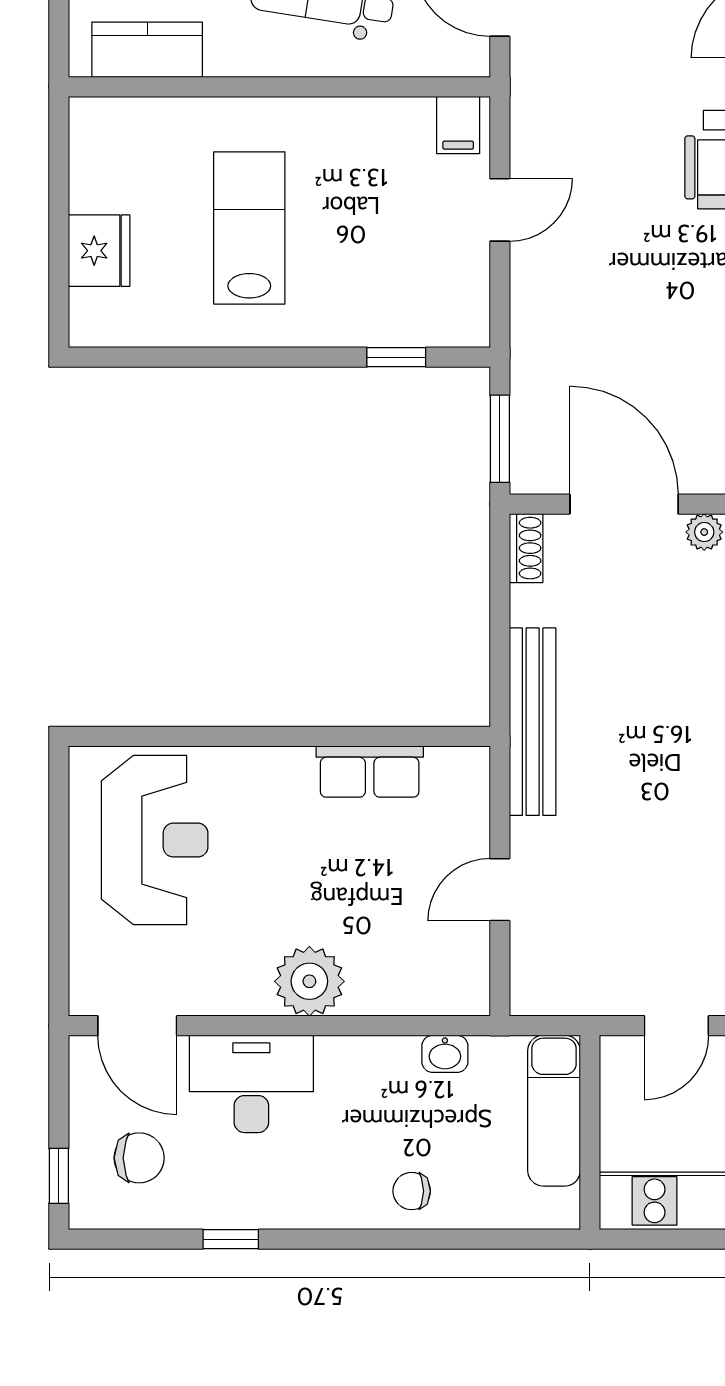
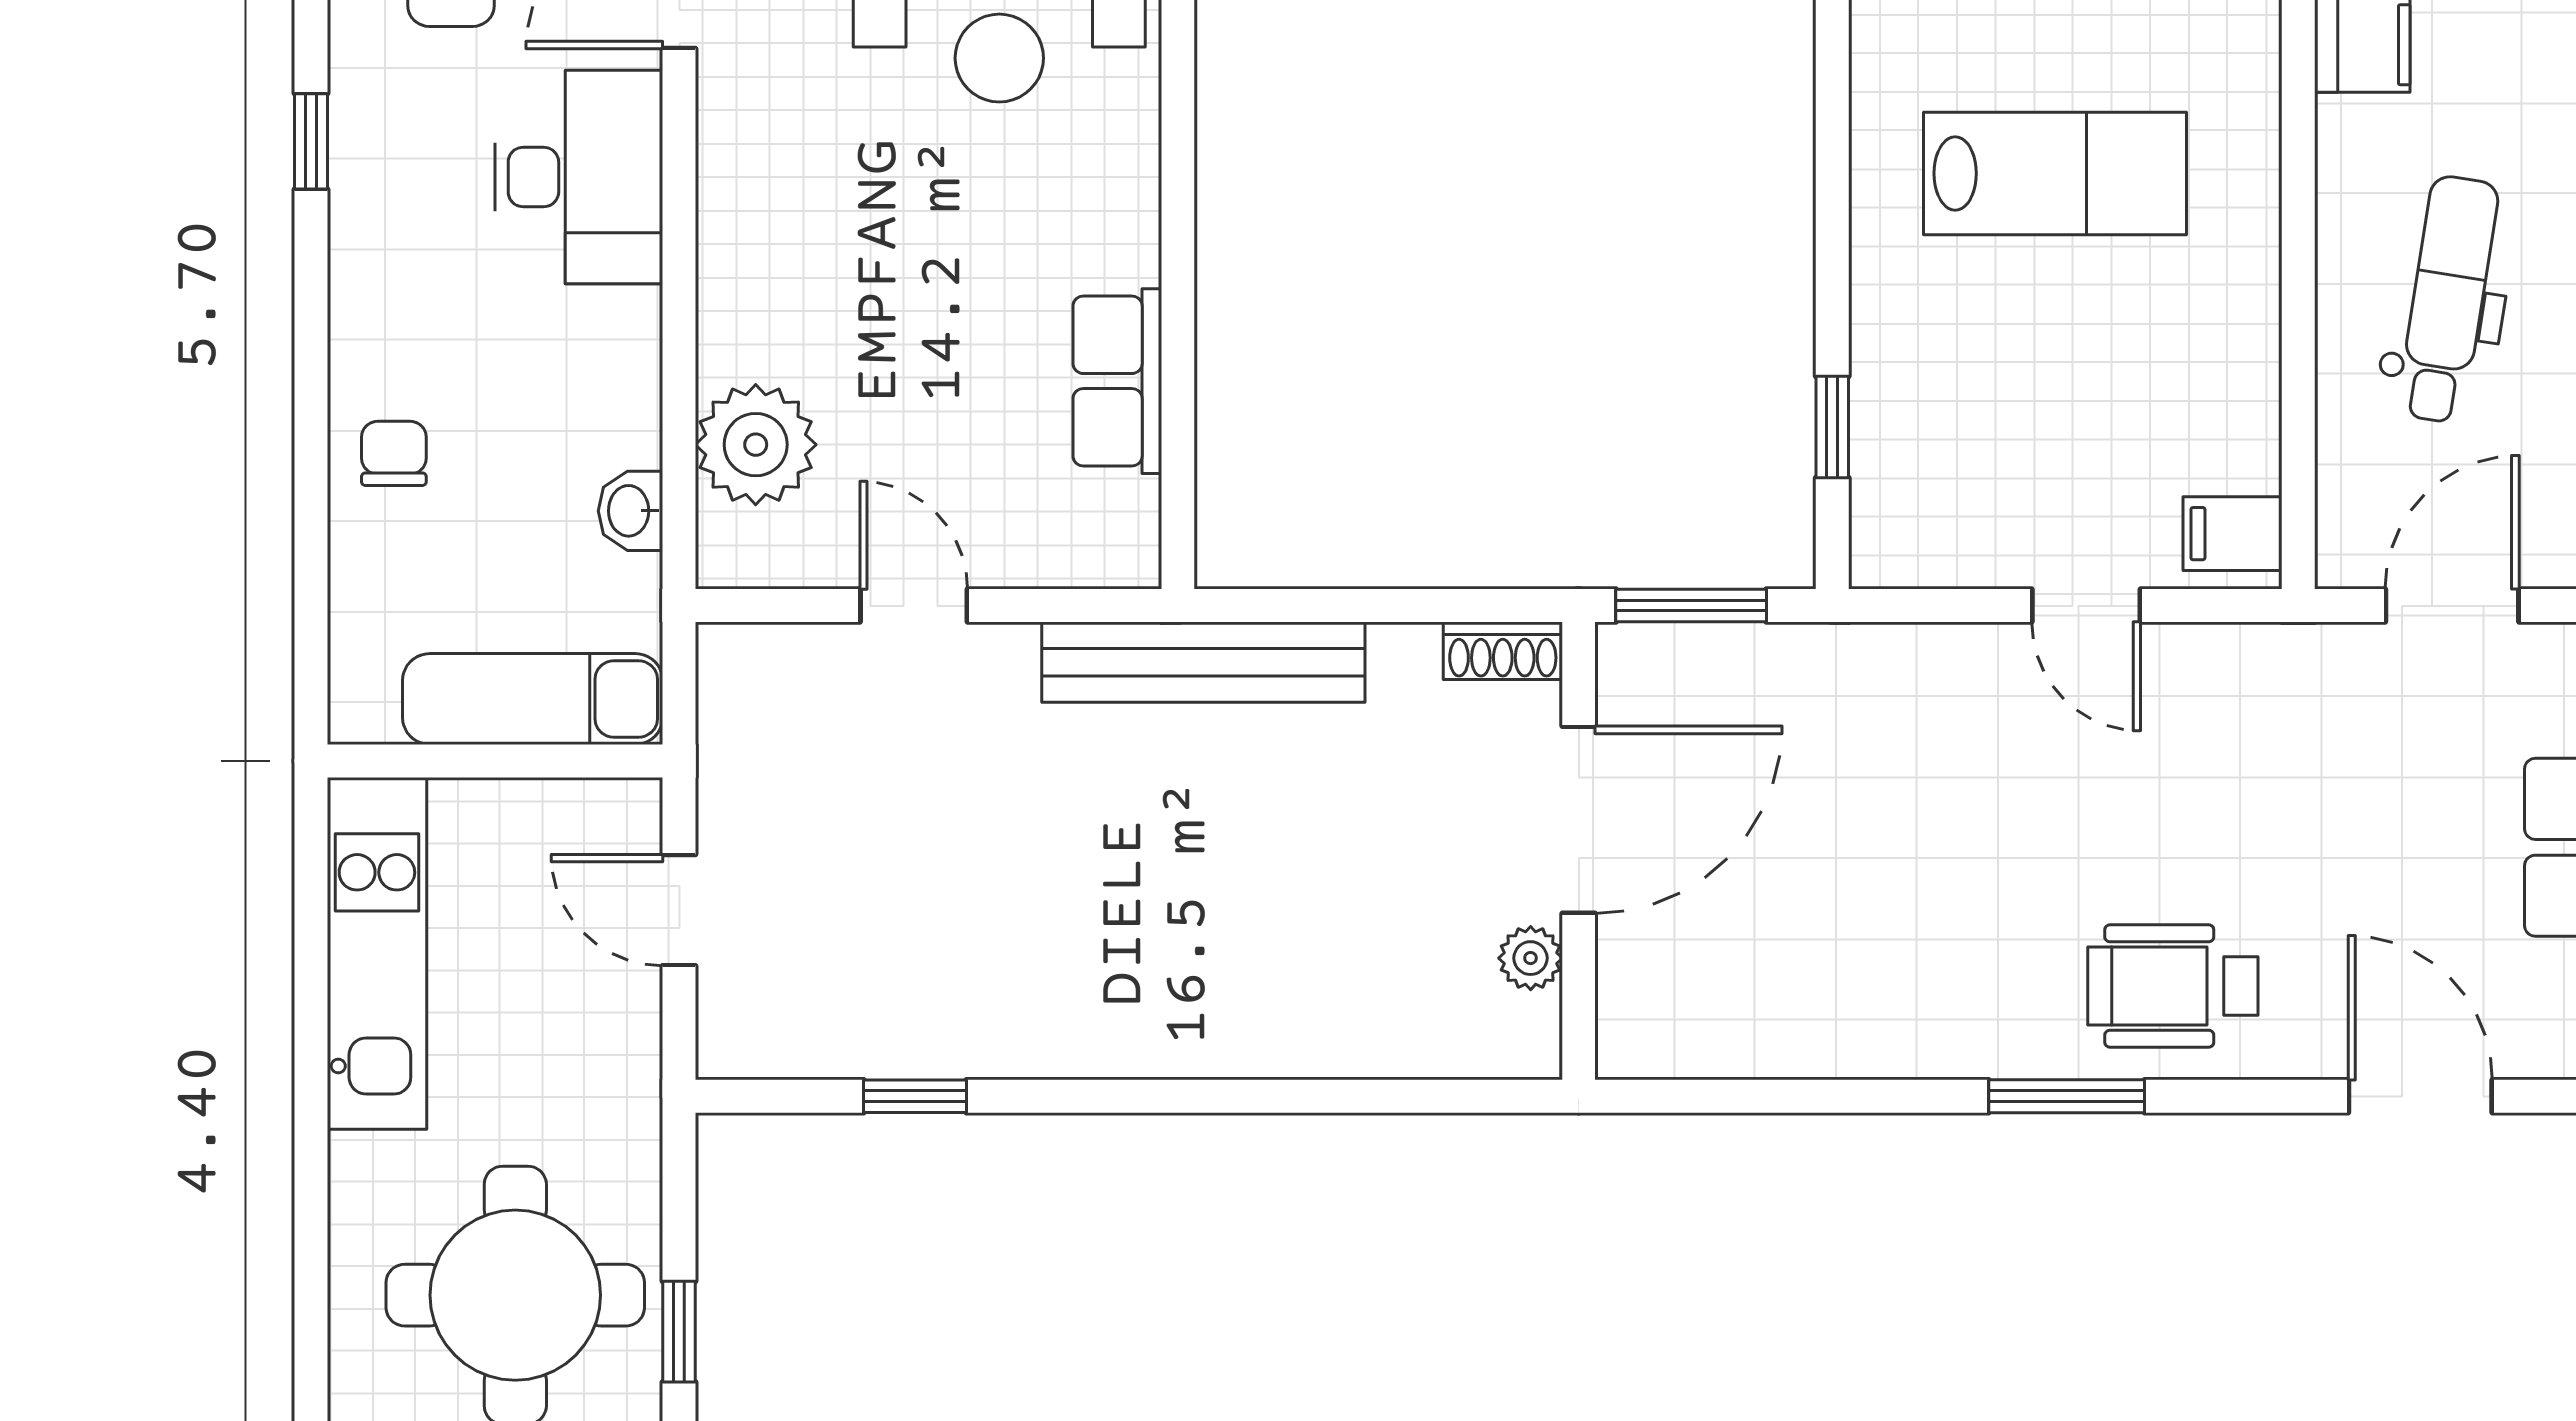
plant: (309, 981) -> (756, 445), moved

